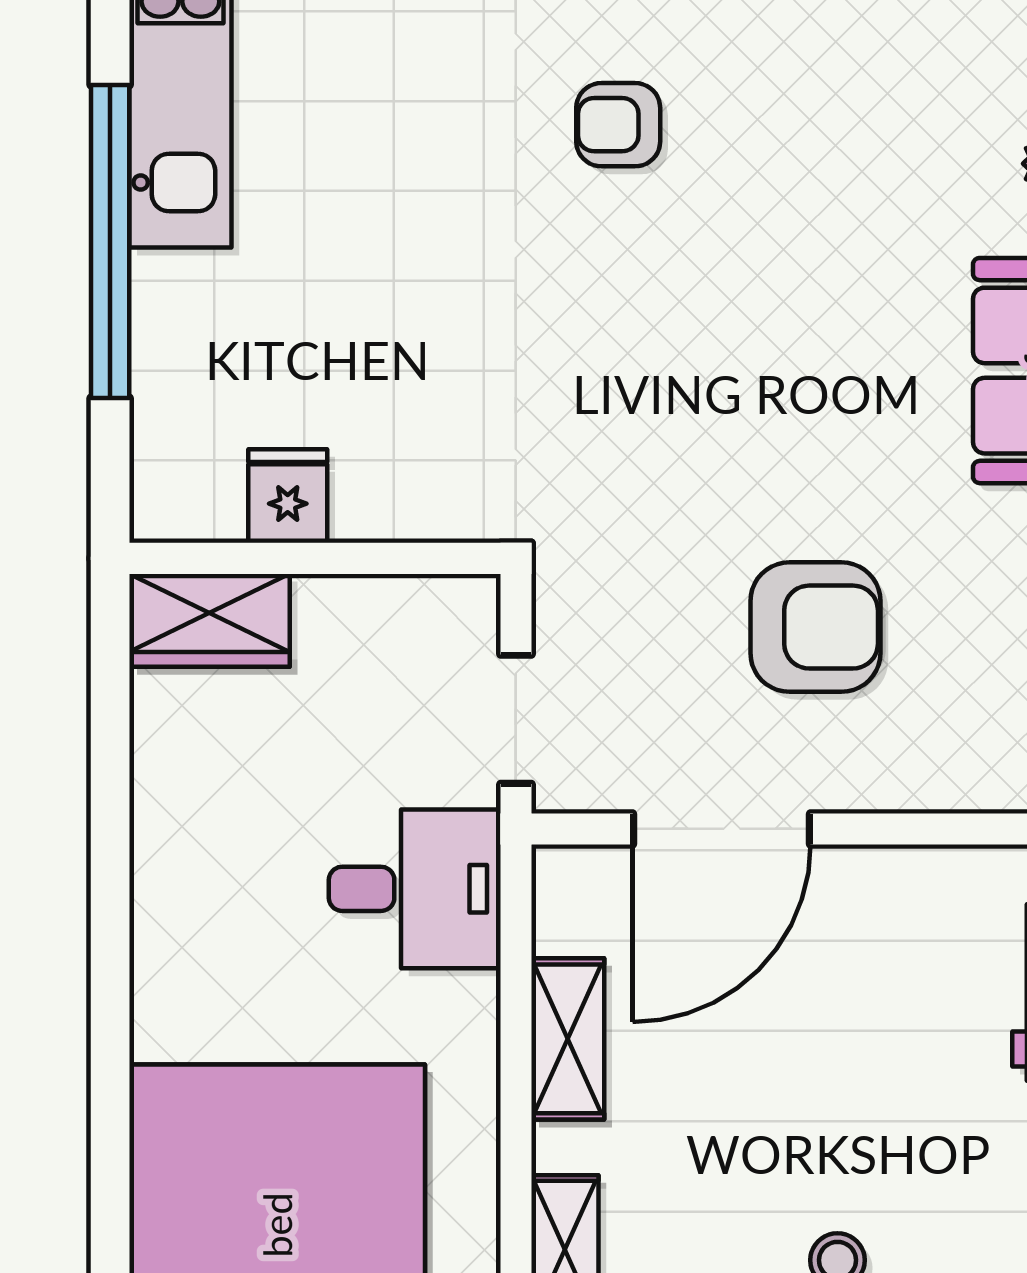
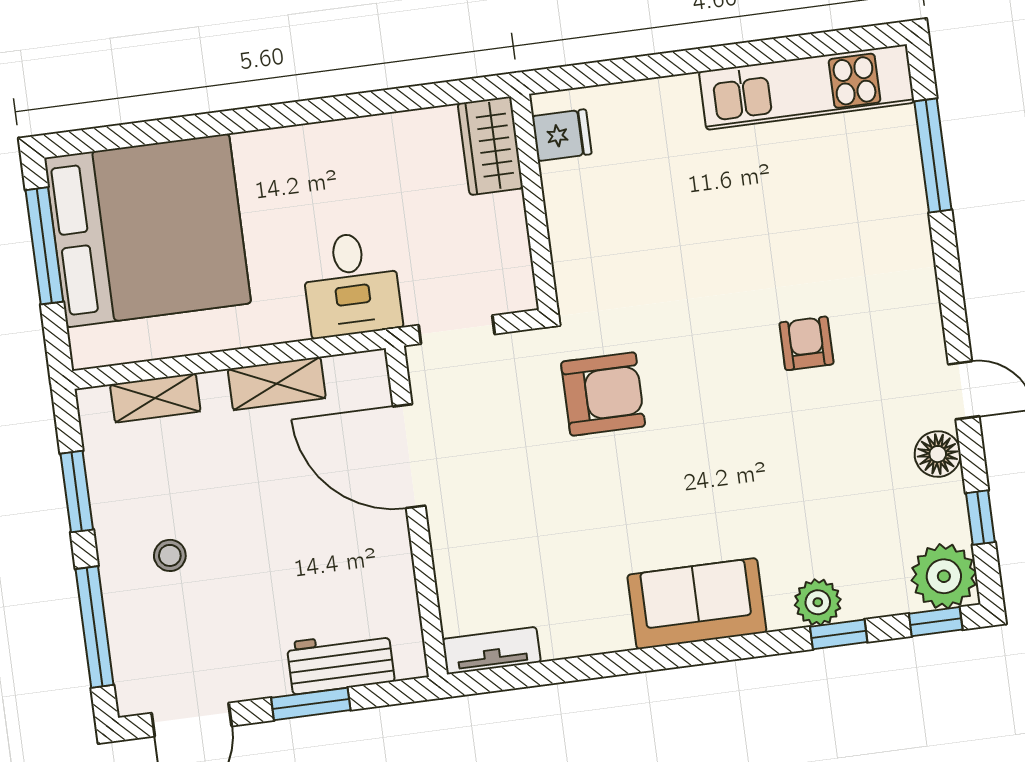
window: (110, 241) -> (701, 60), removed
fridge: (288, 496) -> (562, 135), moved
armchair: (815, 627) -> (603, 394), moved, turned -90

